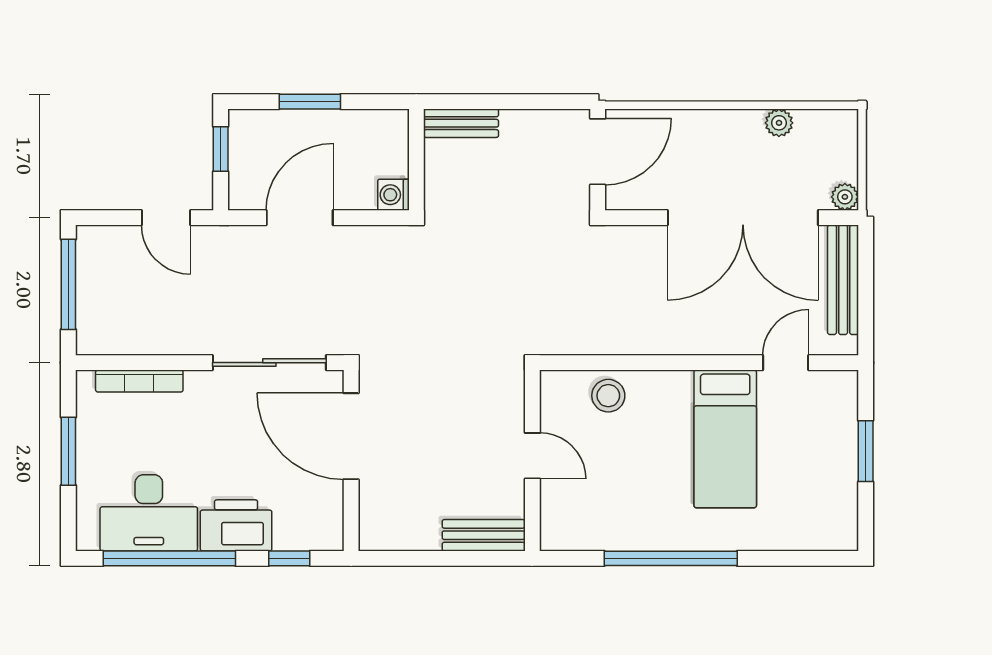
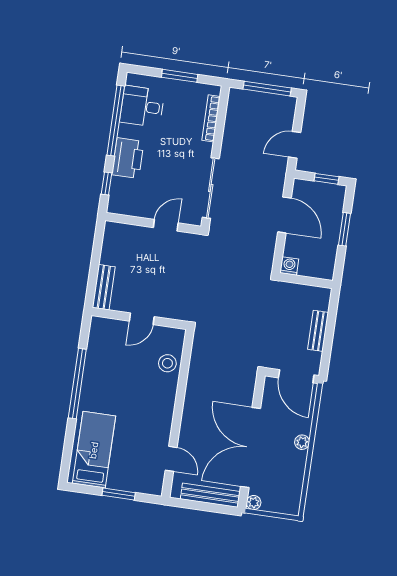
bench: (461, 123) -> (318, 331), moved
plant: (779, 123) -> (302, 442), moved
door: (351, 436) -> (166, 225), width x0.53
bed: (725, 439) -> (94, 450), moved, turned 90
desk: (149, 513) -> (142, 106), width x0.73

